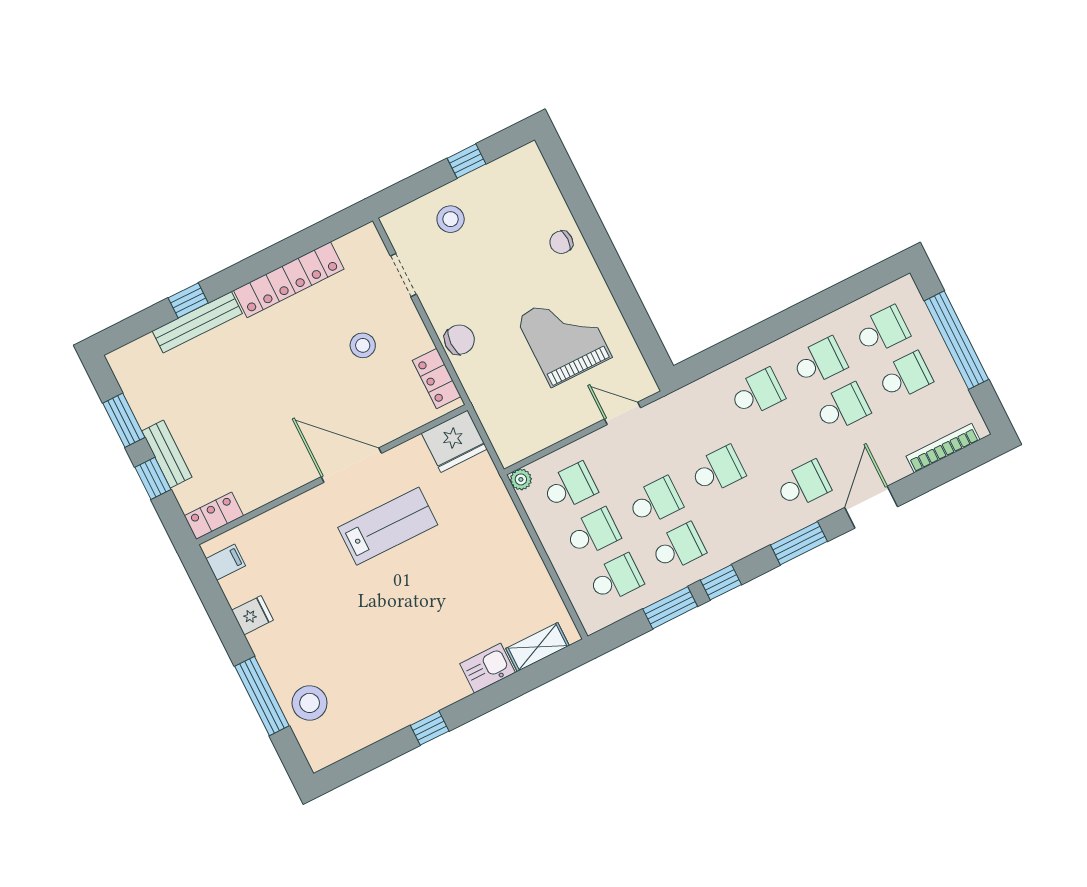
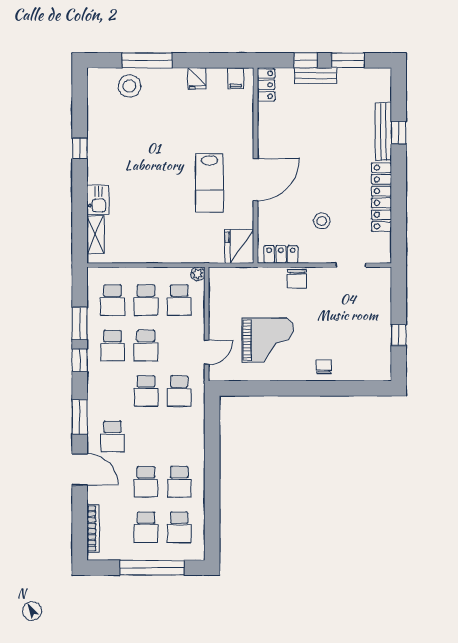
stool: (451, 219) -> (370, 309), removed
school desk: (757, 393) -> (179, 391), moved

